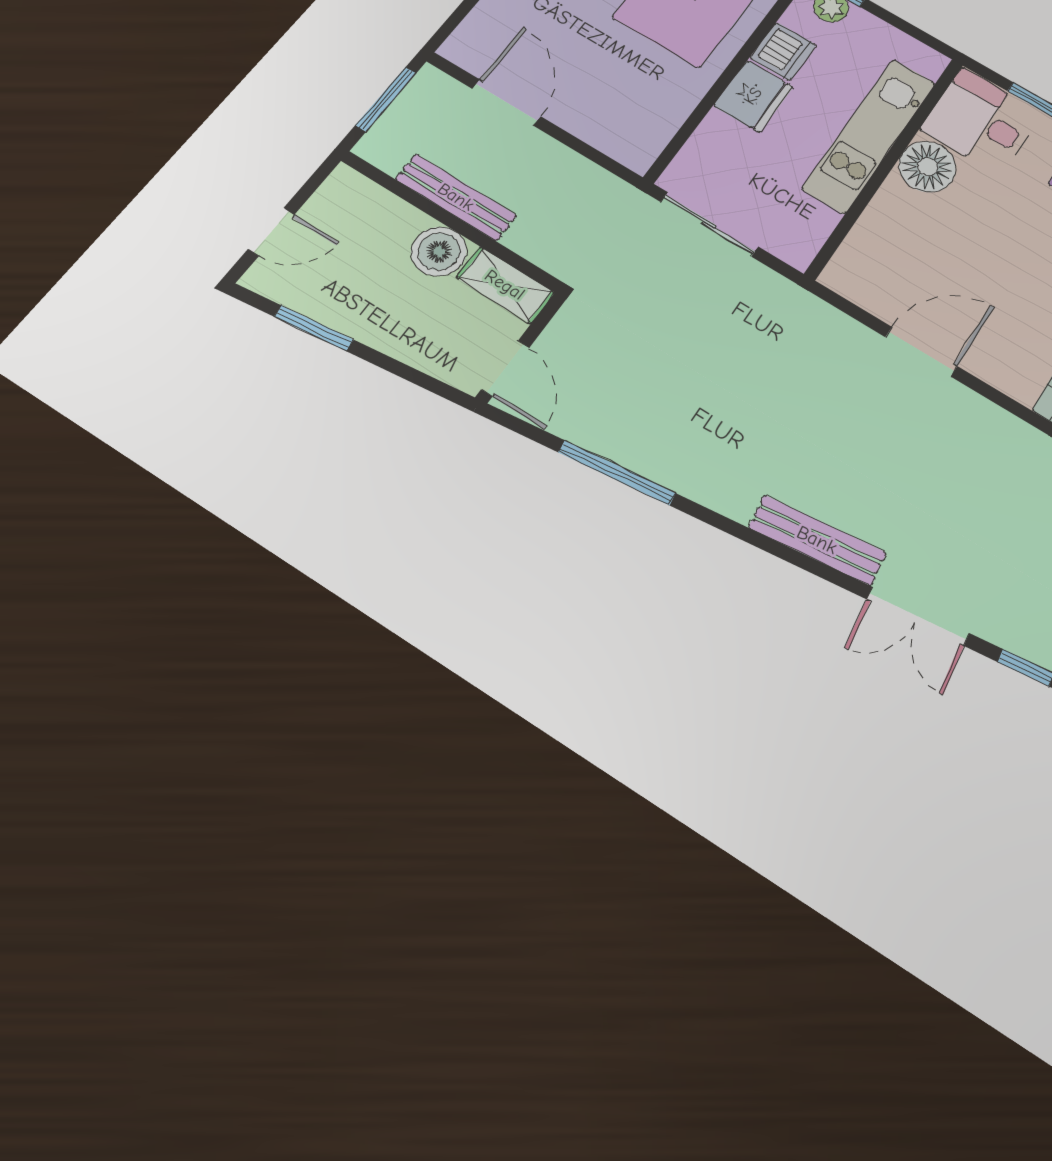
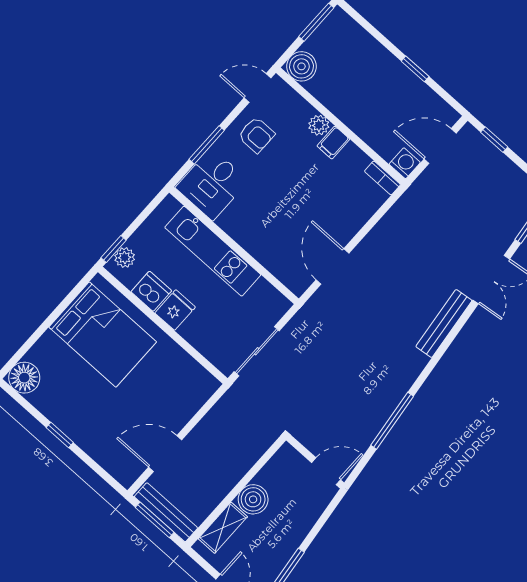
fridge: (753, 96) -> (175, 310), width x0.72
floor lamp: (927, 167) -> (237, 222), removed
bench: (456, 197) -> (166, 512), moved, turned 90
shelving: (505, 285) -> (223, 528), moved
door: (921, 352) -> (332, 266), moved

